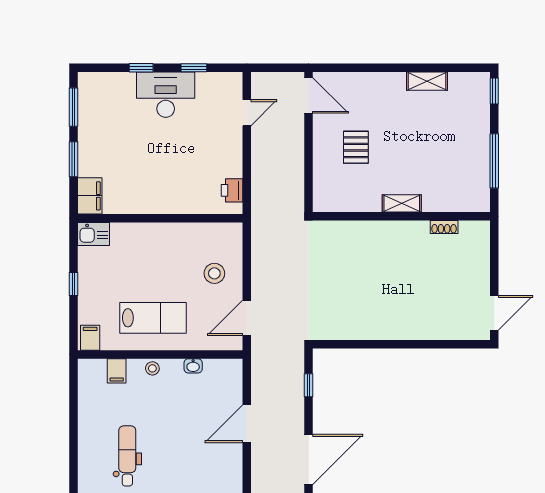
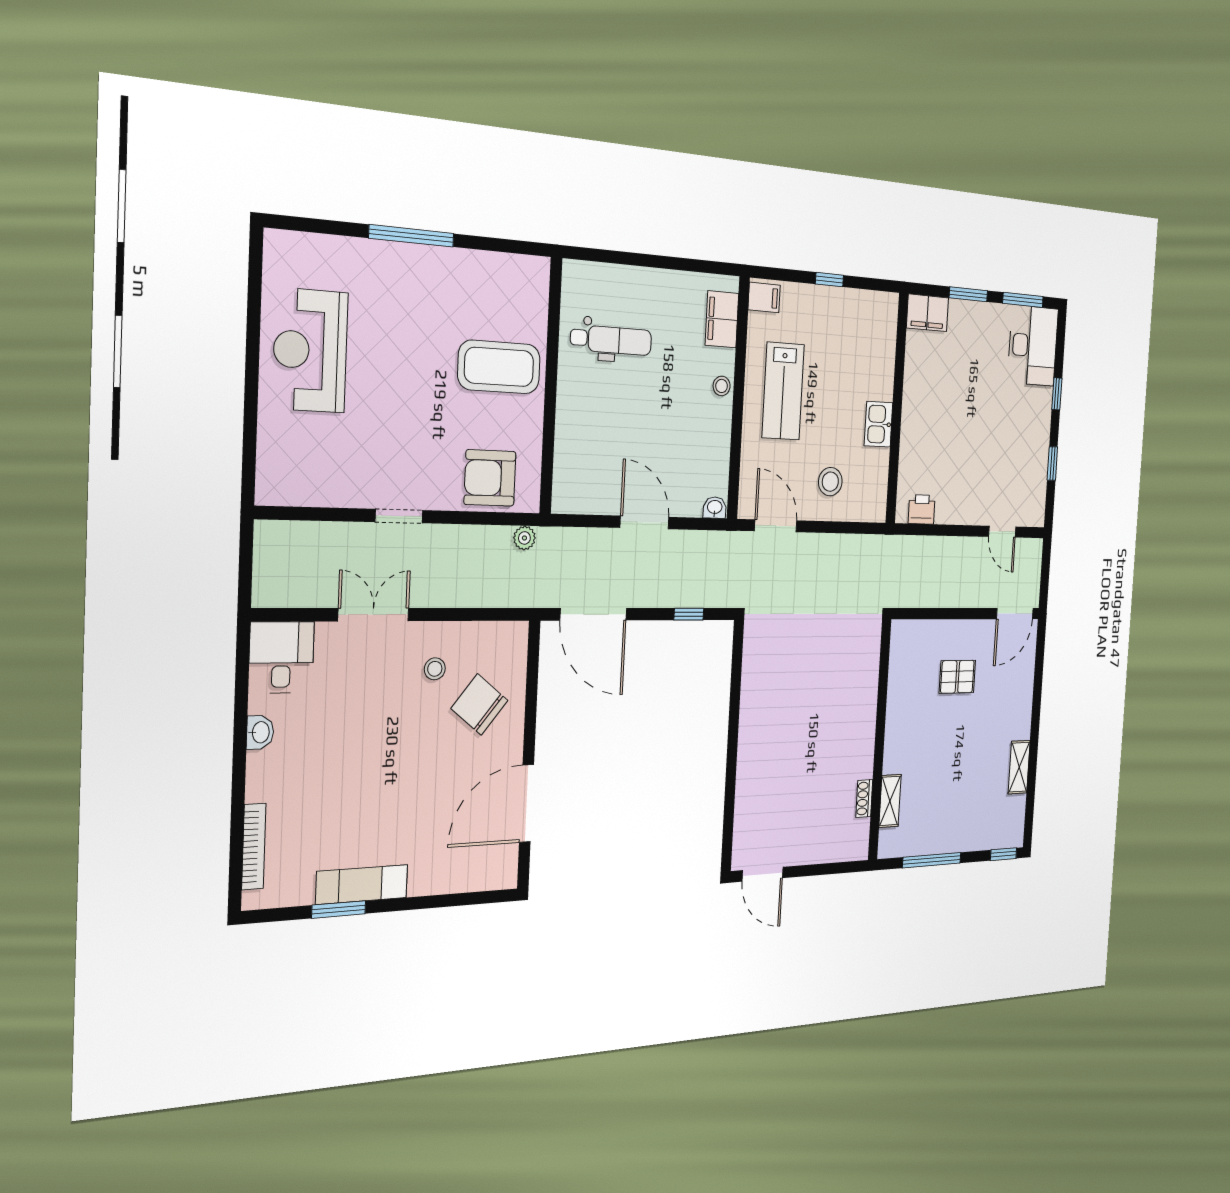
desk: (166, 95) -> (1033, 346), moved
shelving: (402, 203) -> (890, 801), moved
kitchen sink: (93, 234) -> (878, 424), moved
washbasin: (193, 366) -> (715, 508), moved, turned 90
filing cabinet: (117, 371) -> (722, 319), width x2.00

